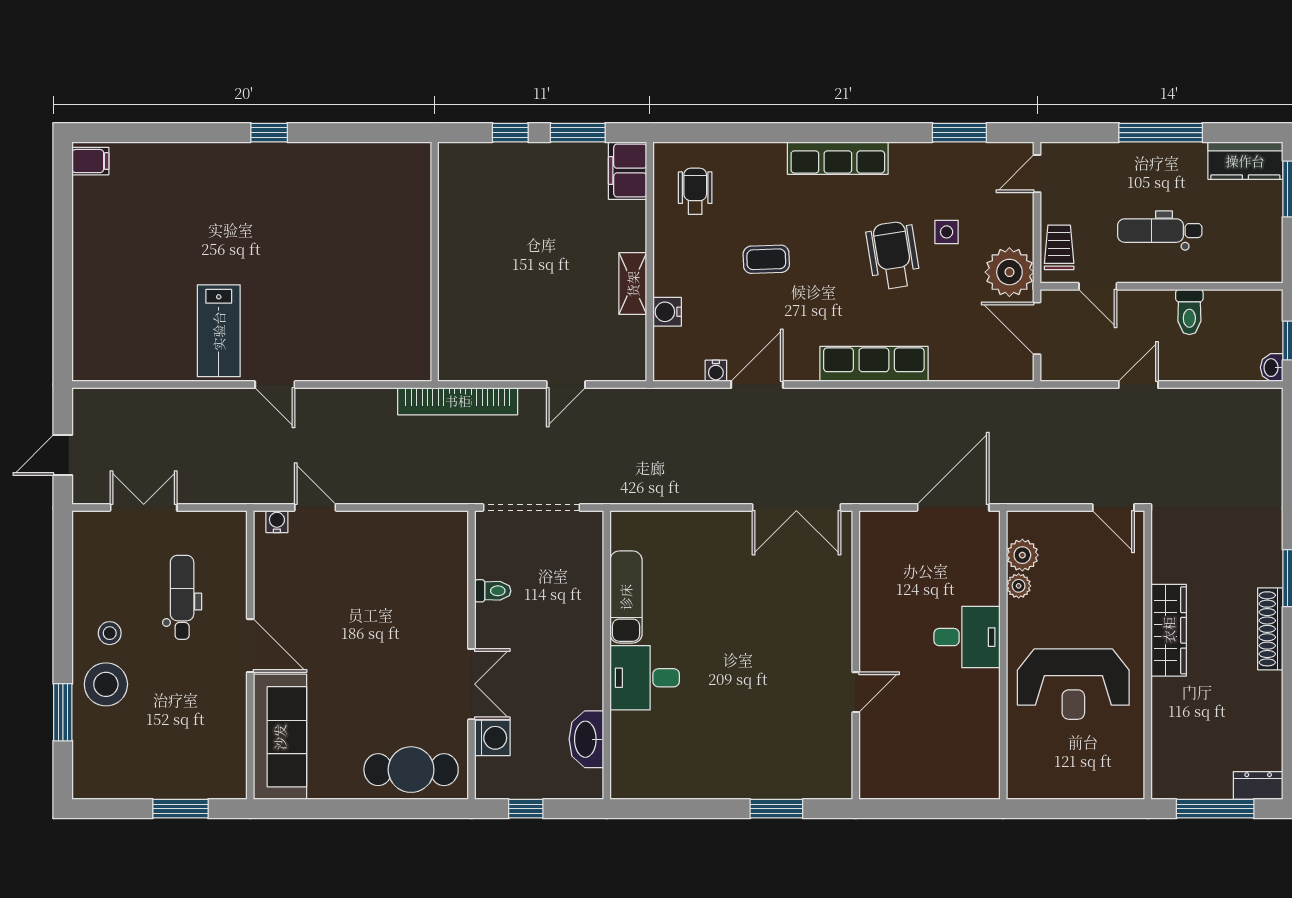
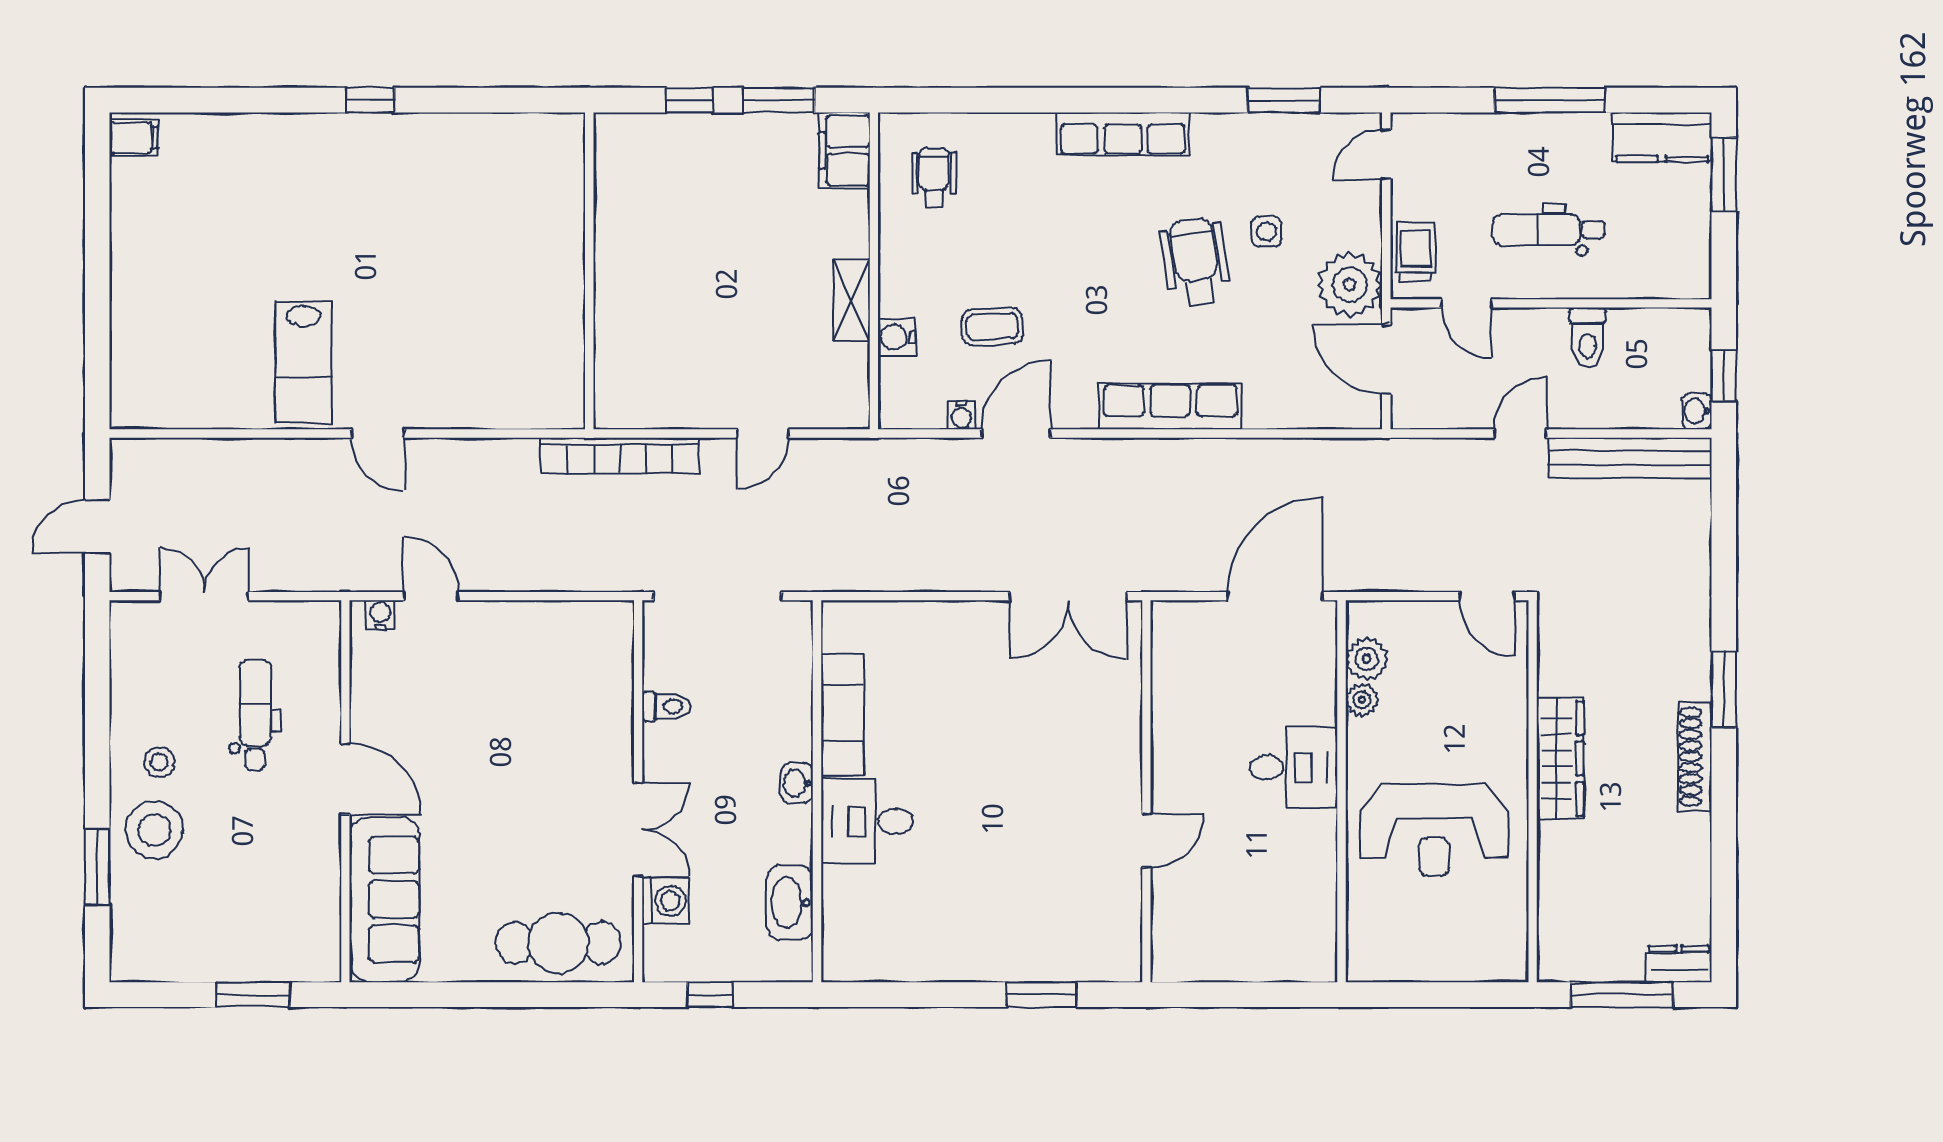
coffee table: (766, 259) -> (992, 327), moved
bench: (1221, 403) -> (1630, 458), added
washbasin: (591, 649) -> (797, 783), added

